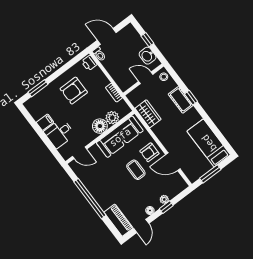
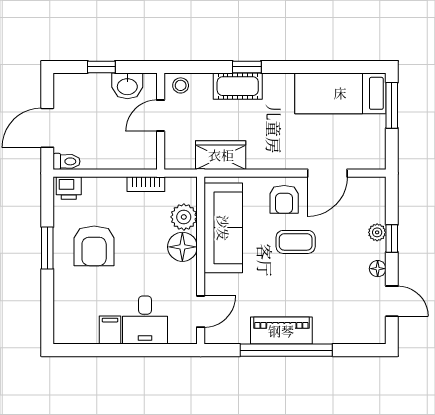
window: (38, 88) -> (47, 248), moved
window: (210, 174) -> (392, 105), moved
piano: (118, 220) -> (281, 331), moved

